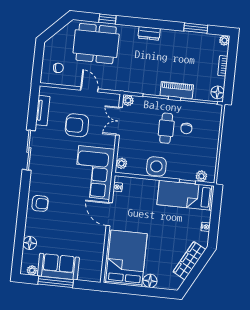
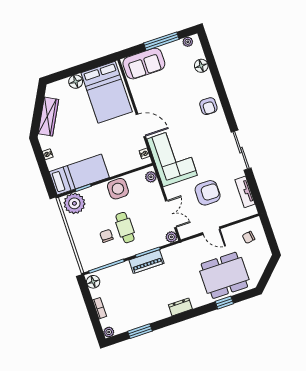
piano: (177, 90) -> (146, 262), moved
plant: (201, 176) -> (74, 203), width x1.87, depth x1.87
armchair: (40, 203) -> (208, 106), turned -89
sofa: (58, 267) -> (144, 64), moved

